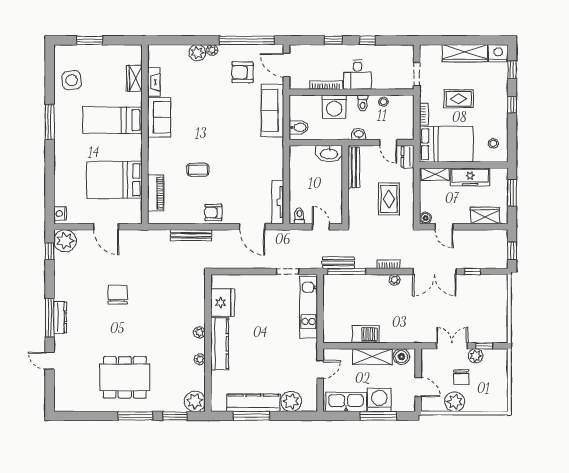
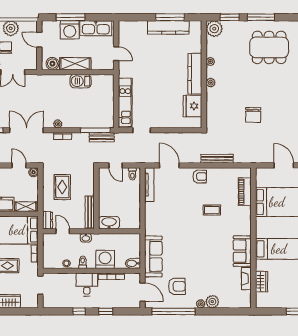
bidet: (299, 127) -> (133, 263), moved
chair: (118, 295) -> (253, 115), moved
door: (320, 369) -> (116, 54), swing flipped
plant: (291, 401) -> (139, 29), removed

